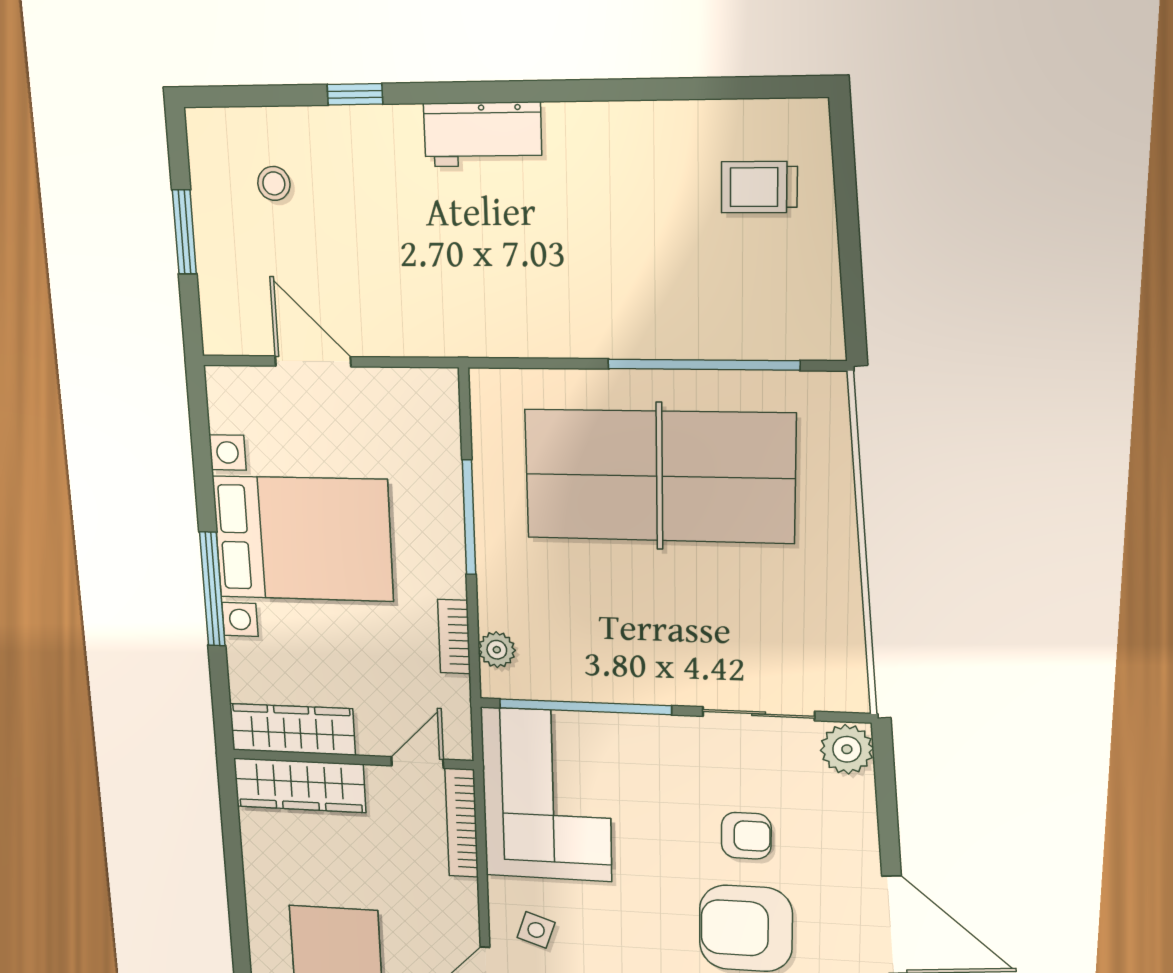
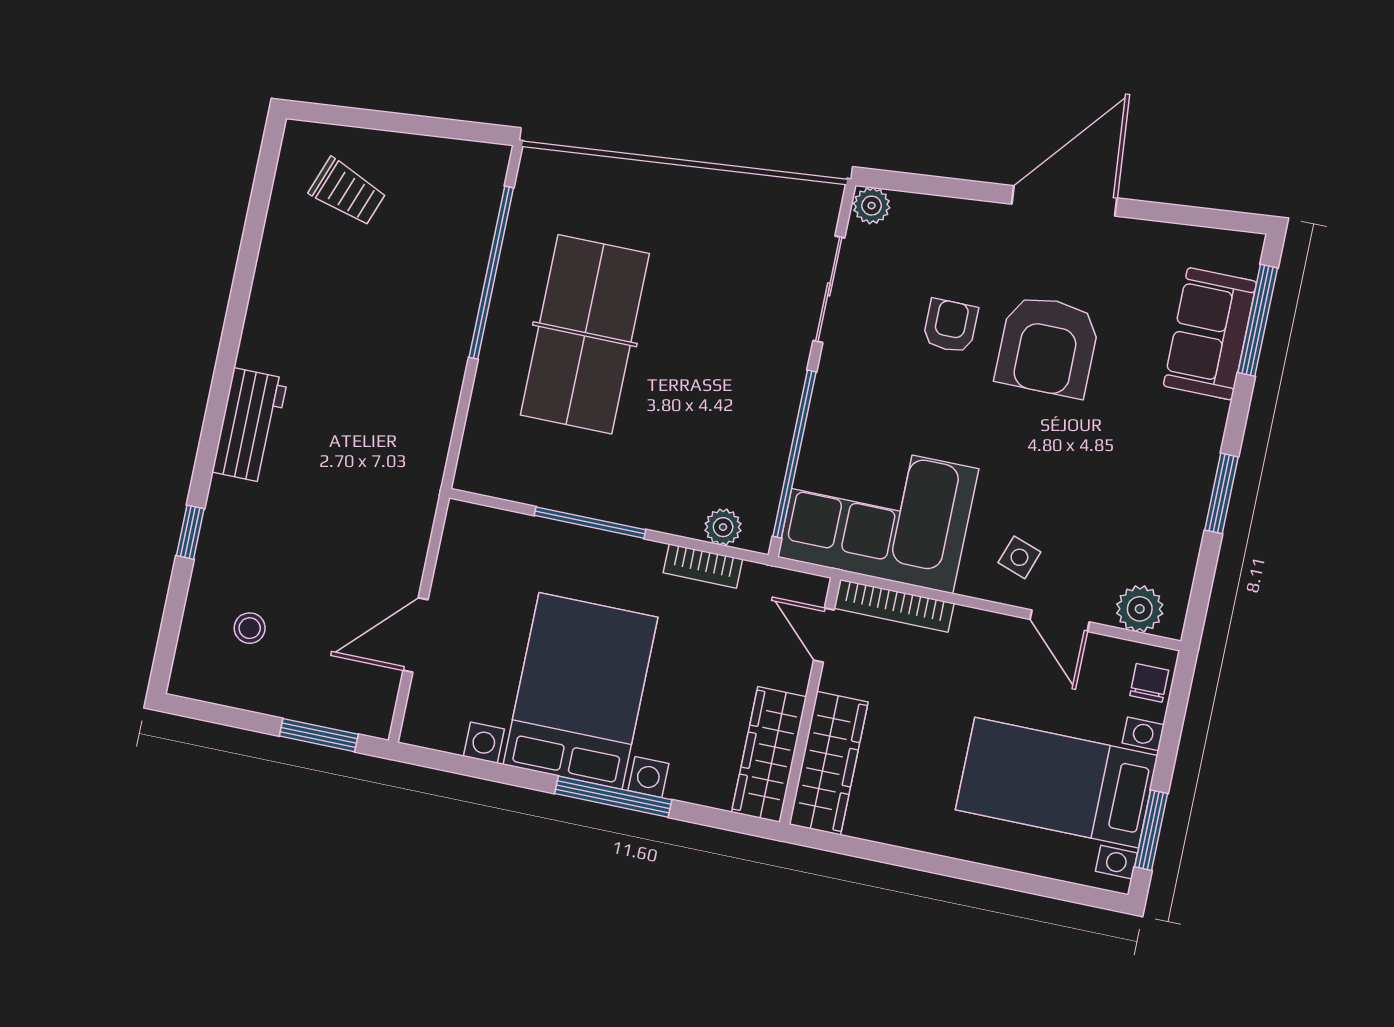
trolley: (759, 187) -> (347, 192), turned -70
window: (184, 232) -> (319, 735), moved
table tennis table: (659, 476) -> (585, 334), width x0.73, depth x0.76
plant: (847, 749) -> (872, 206), width x0.73, depth x0.73

